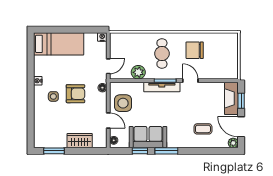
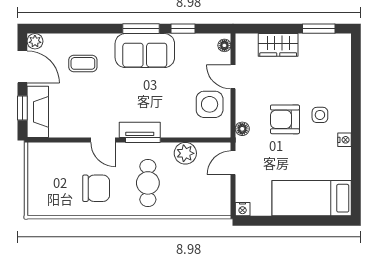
tv unit: (162, 87) -> (140, 130), width x0.71
sofa: (148, 137) -> (145, 51), moved

